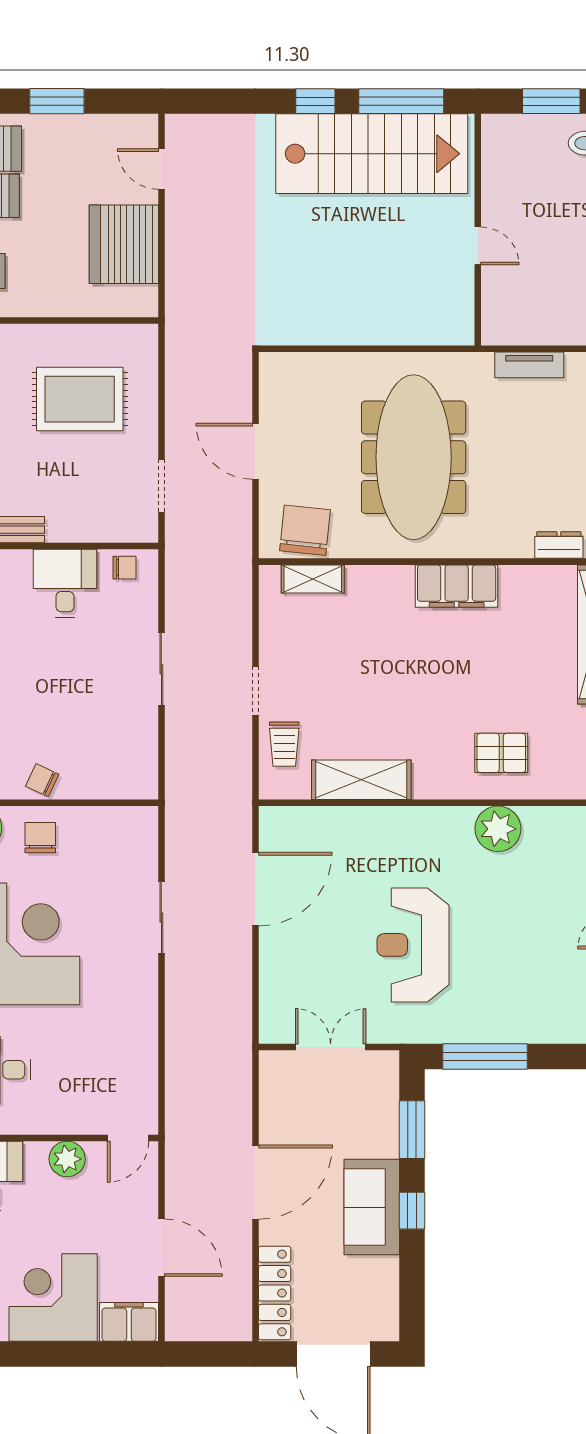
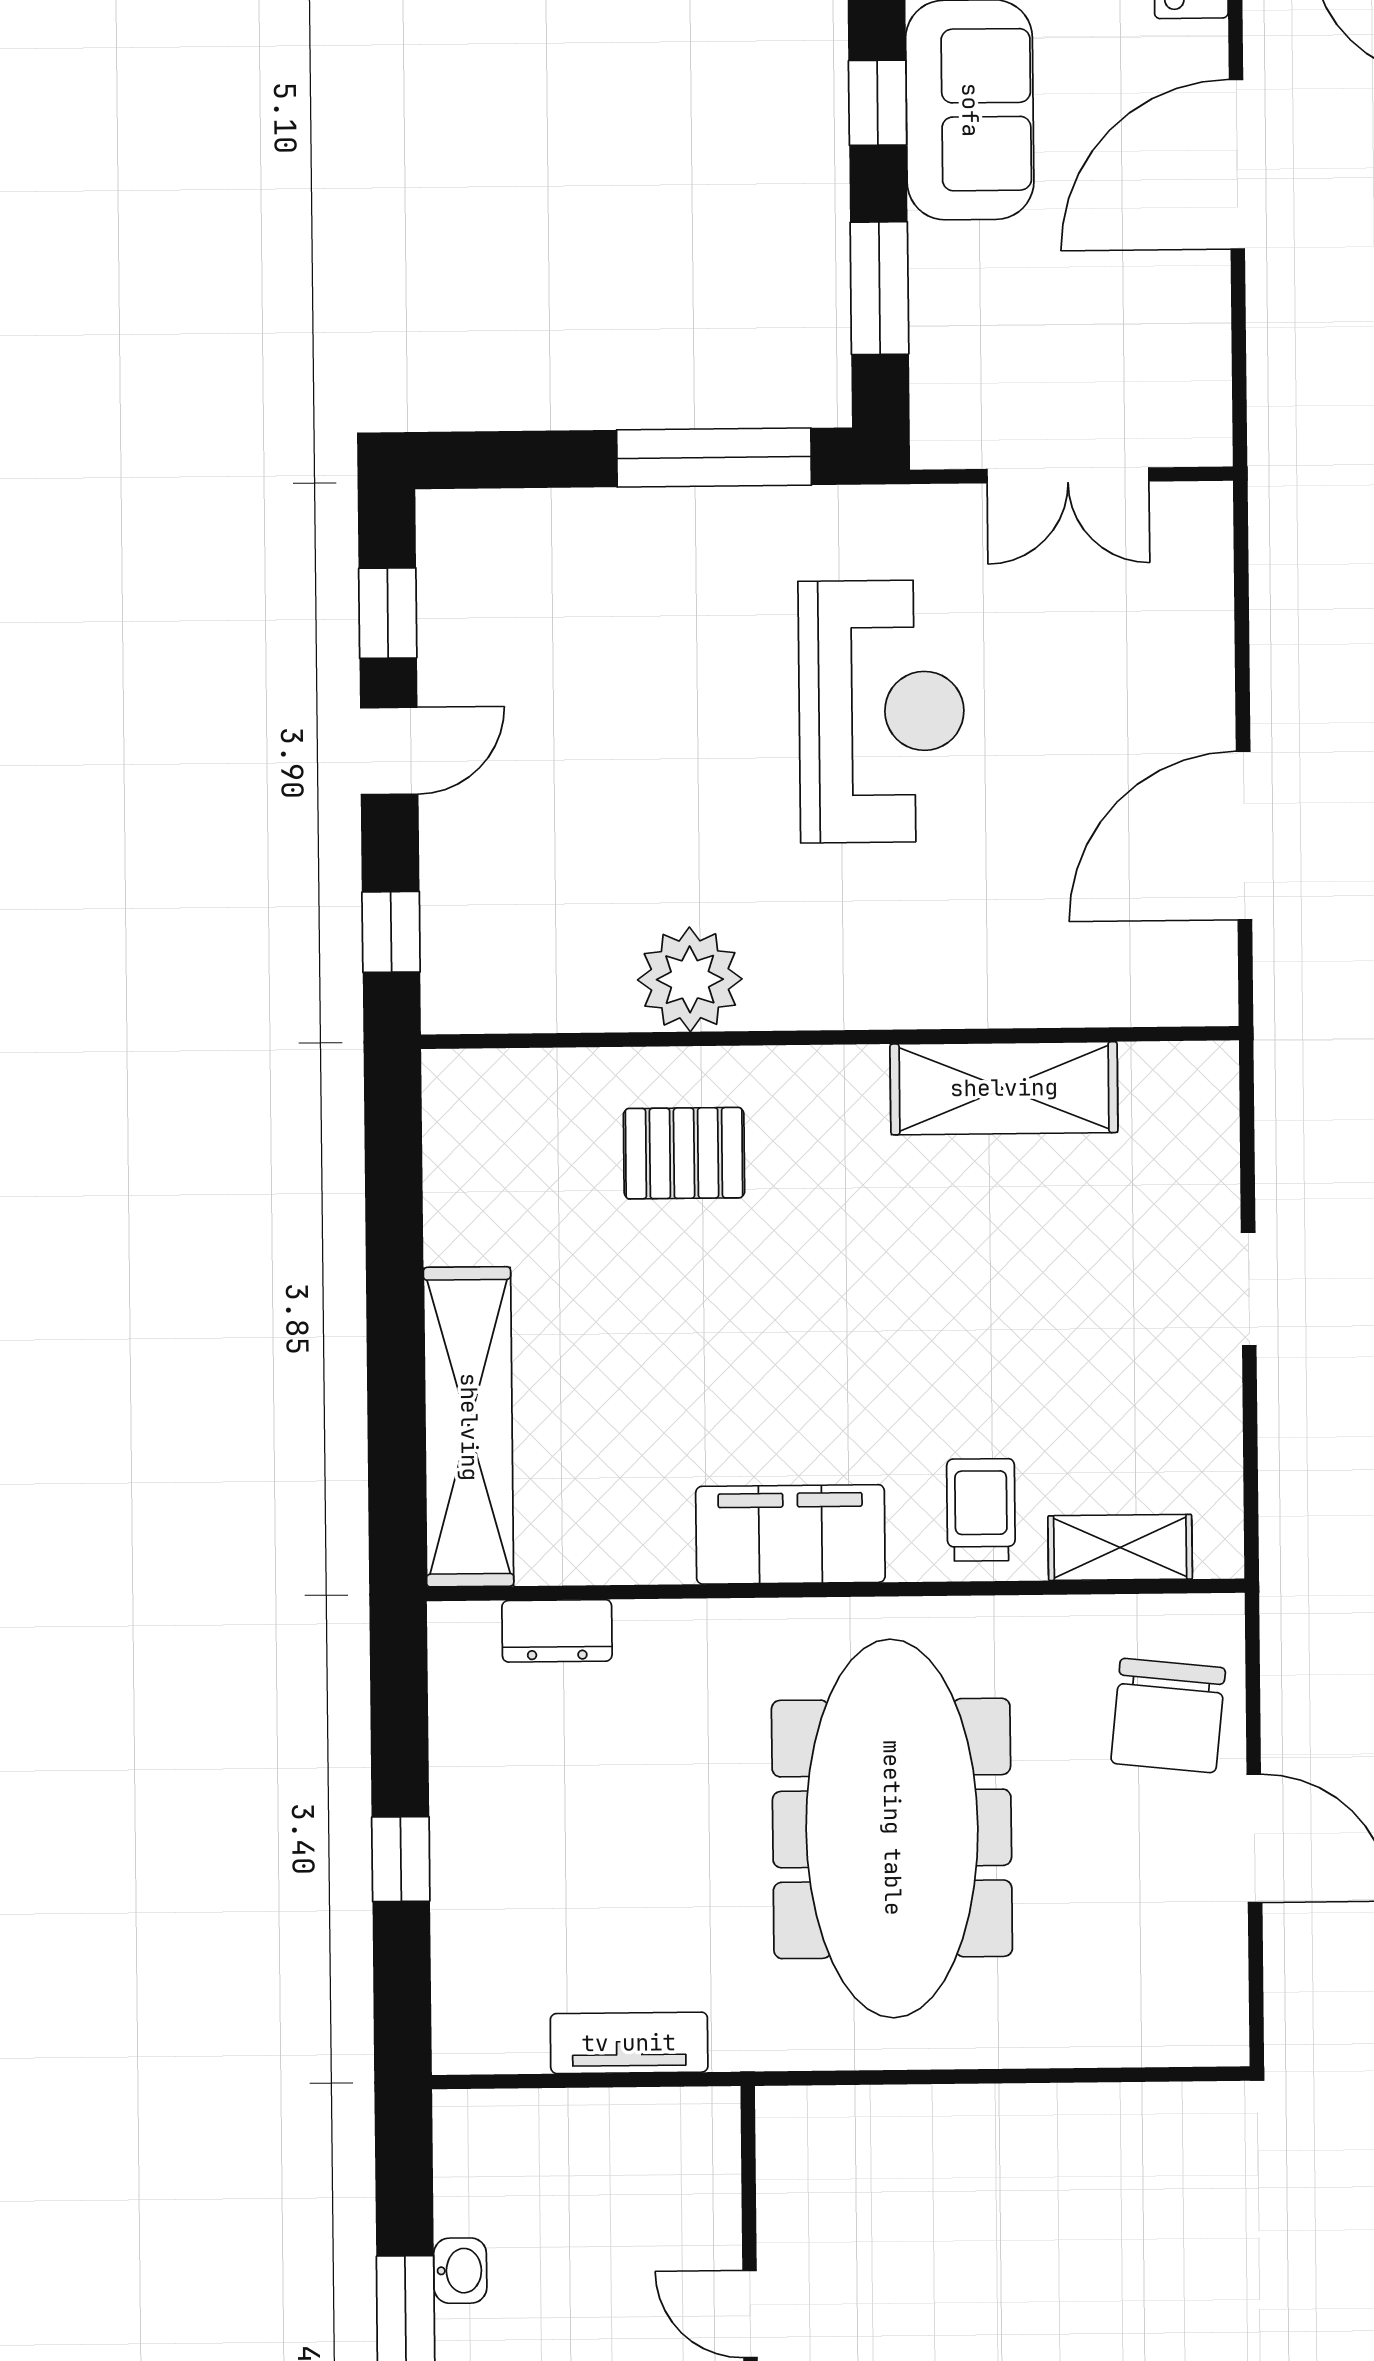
chair: (305, 530) -> (1168, 1716), moved
trolley: (284, 744) -> (981, 1510), moved

